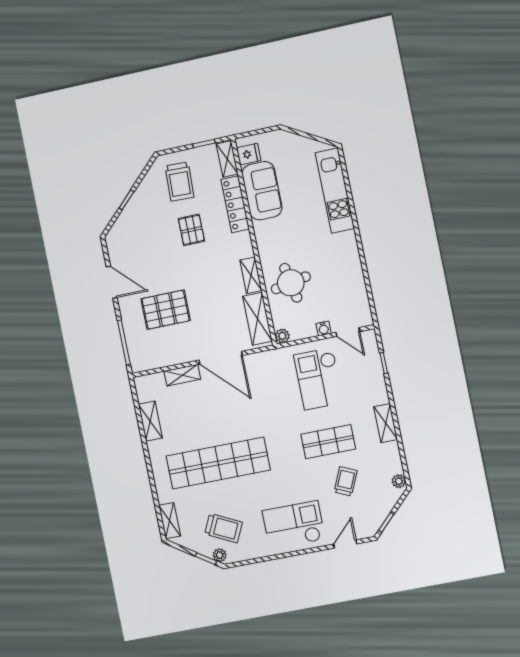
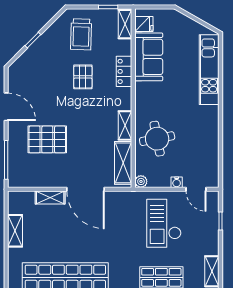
locker: (235, 204) -> (124, 71), width x0.66

